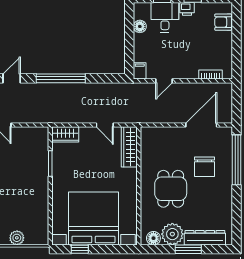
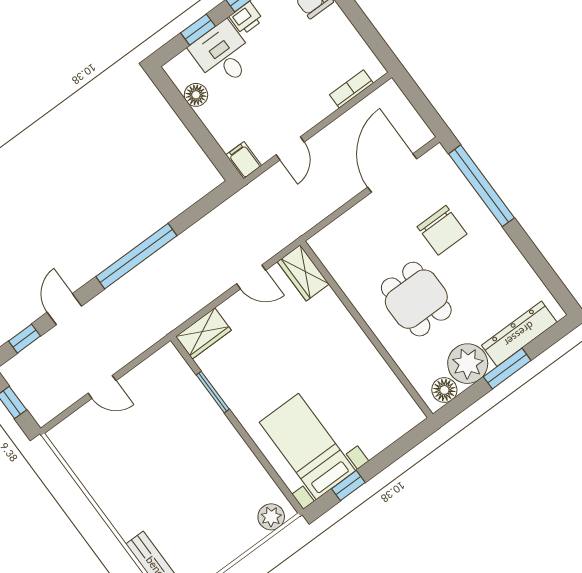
wardrobe: (129, 147) -> (303, 273), width x0.67
bed with nightstands: (93, 218) -> (307, 447), width x0.54
plant: (17, 238) -> (271, 517), moved

